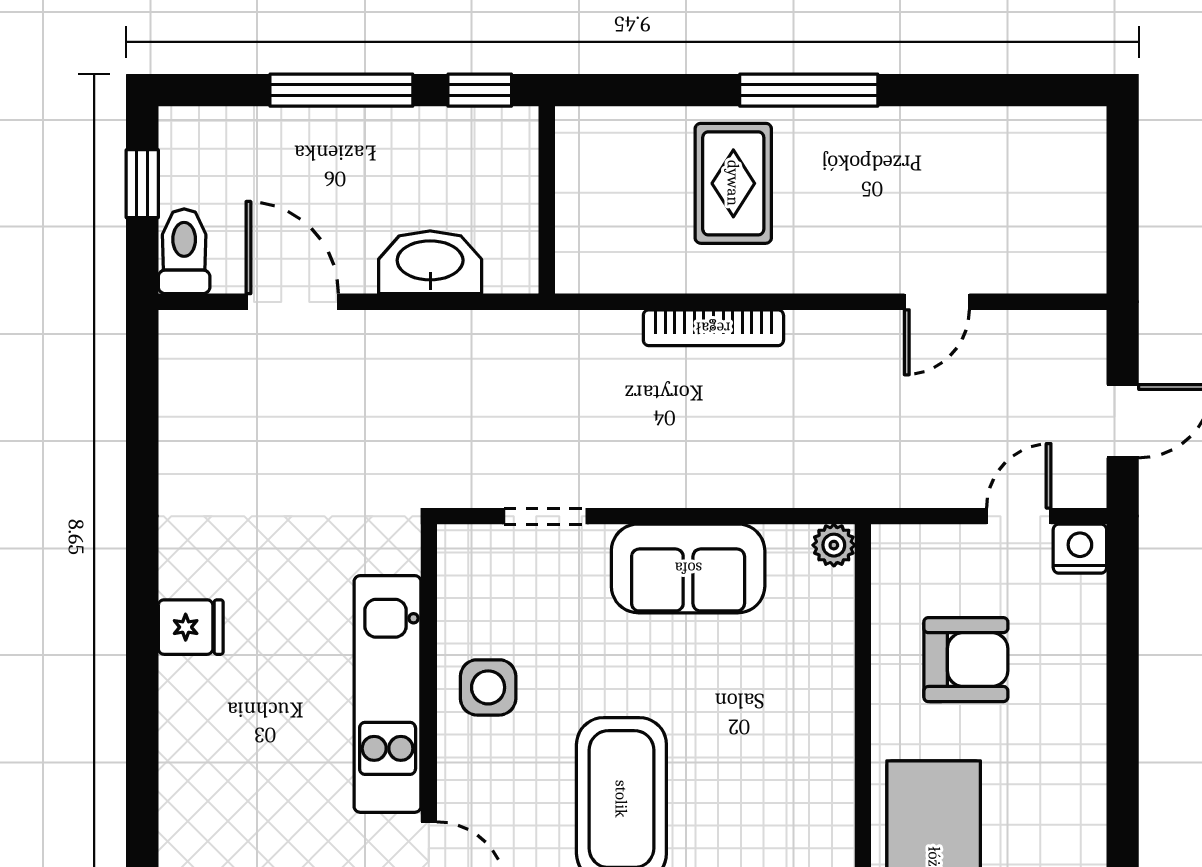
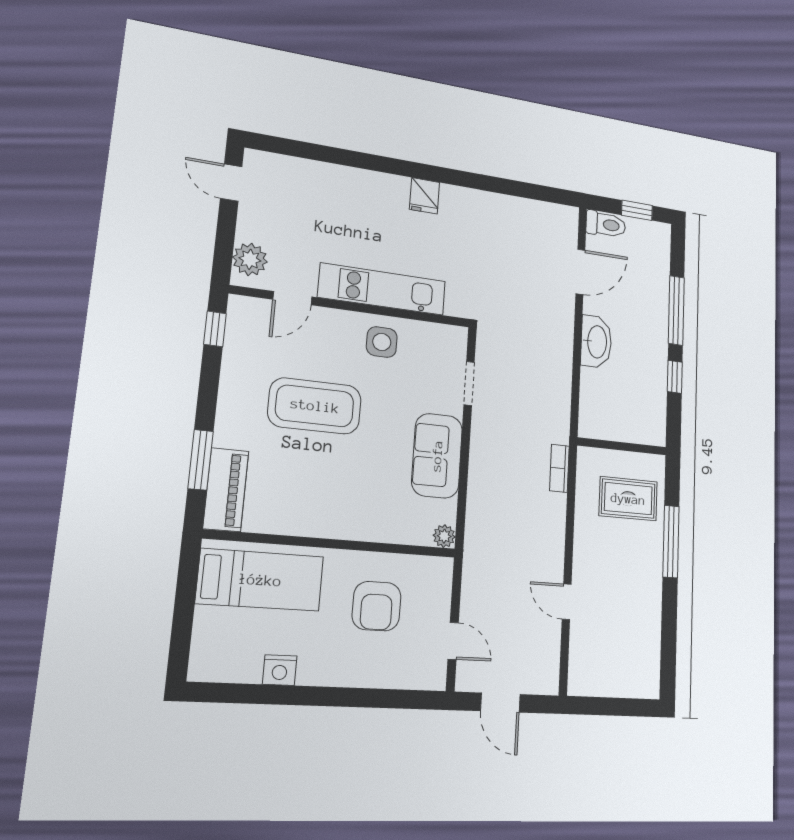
wall: (547, 200) -> (622, 446), moved
bookcase: (713, 328) -> (559, 468), width x0.64
nightstand: (1080, 549) -> (280, 670), moved, turned 90

